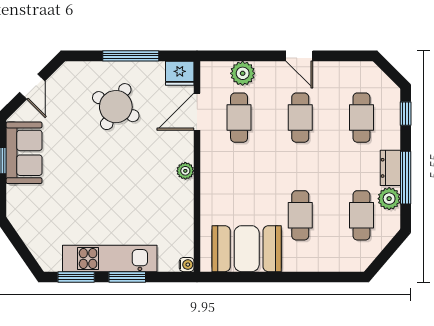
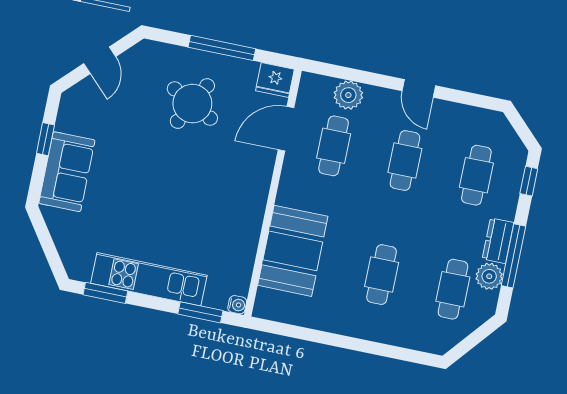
sofa: (24, 153) -> (67, 172), moved
plant: (185, 171) -> (258, 195), removed
booth: (247, 249) -> (293, 251), moved, turned 90
window: (127, 277) -> (200, 312), moved

